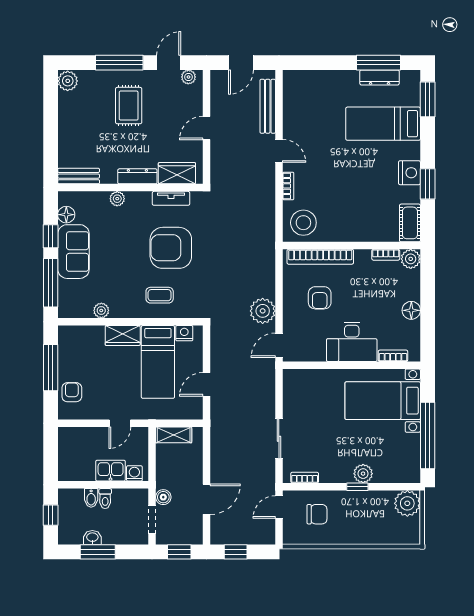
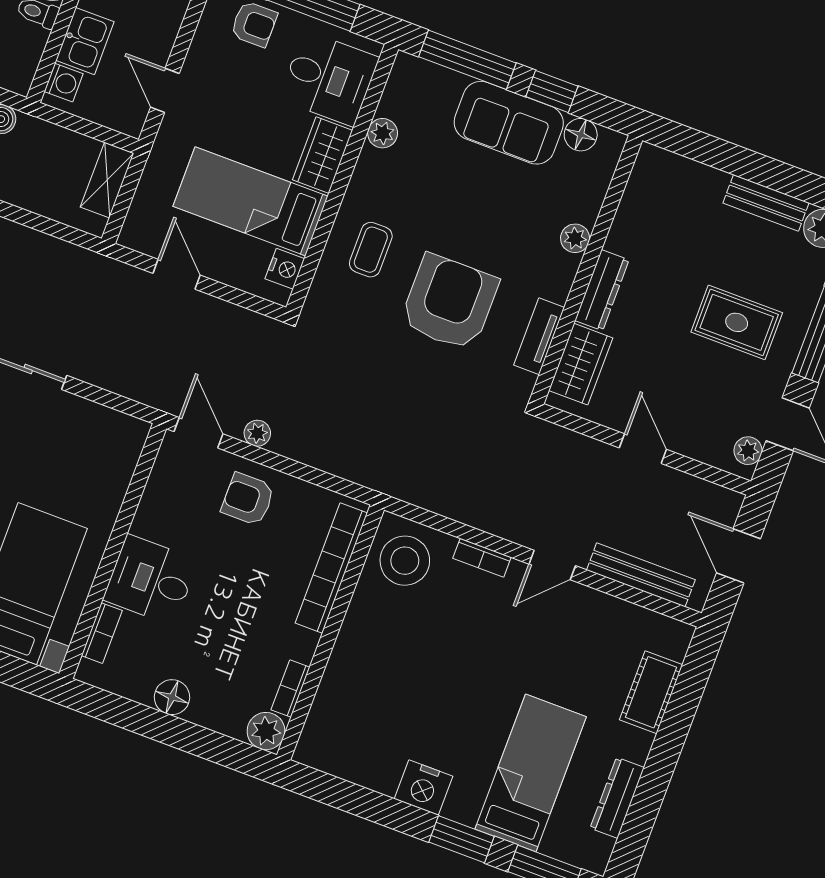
window: (379, 63) -> (645, 806), removed
bench: (79, 176) -> (766, 203), moved, turned 90
window: (428, 184) -> (462, 839), moved
cot: (410, 223) -> (651, 692), moved, turned 90
armchair: (320, 298) -> (248, 499), moved
plant: (263, 311) -> (257, 433), width x0.53, depth x0.53
desk: (352, 342) -> (151, 580), width x0.73
desk: (85, 346) -> (329, 78), added

